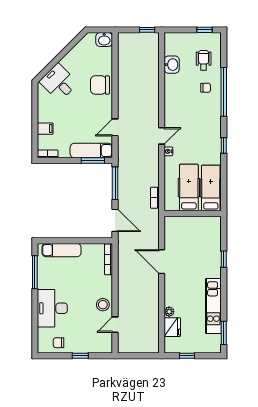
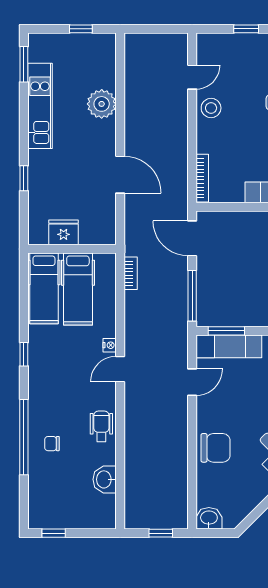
window: (147, 30) -> (161, 533), moved
wheelchair: (204, 60) -> (101, 426), moved, turned 180
plant: (169, 312) -> (102, 104), width x1.88, depth x1.88
fridge: (172, 327) -> (64, 232), moved, turned 90

